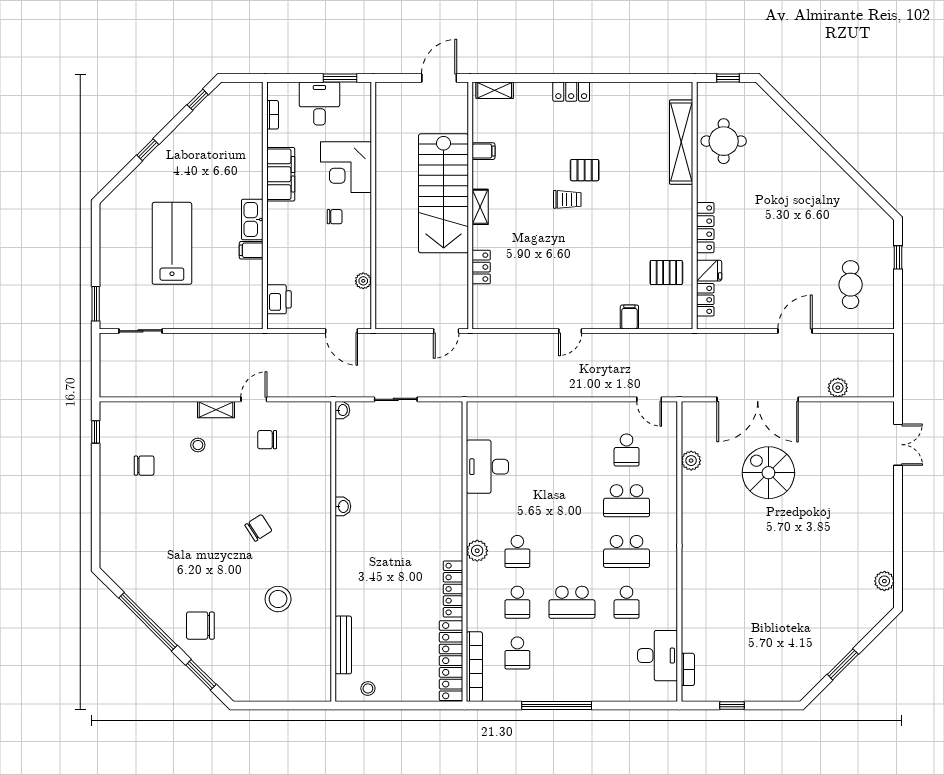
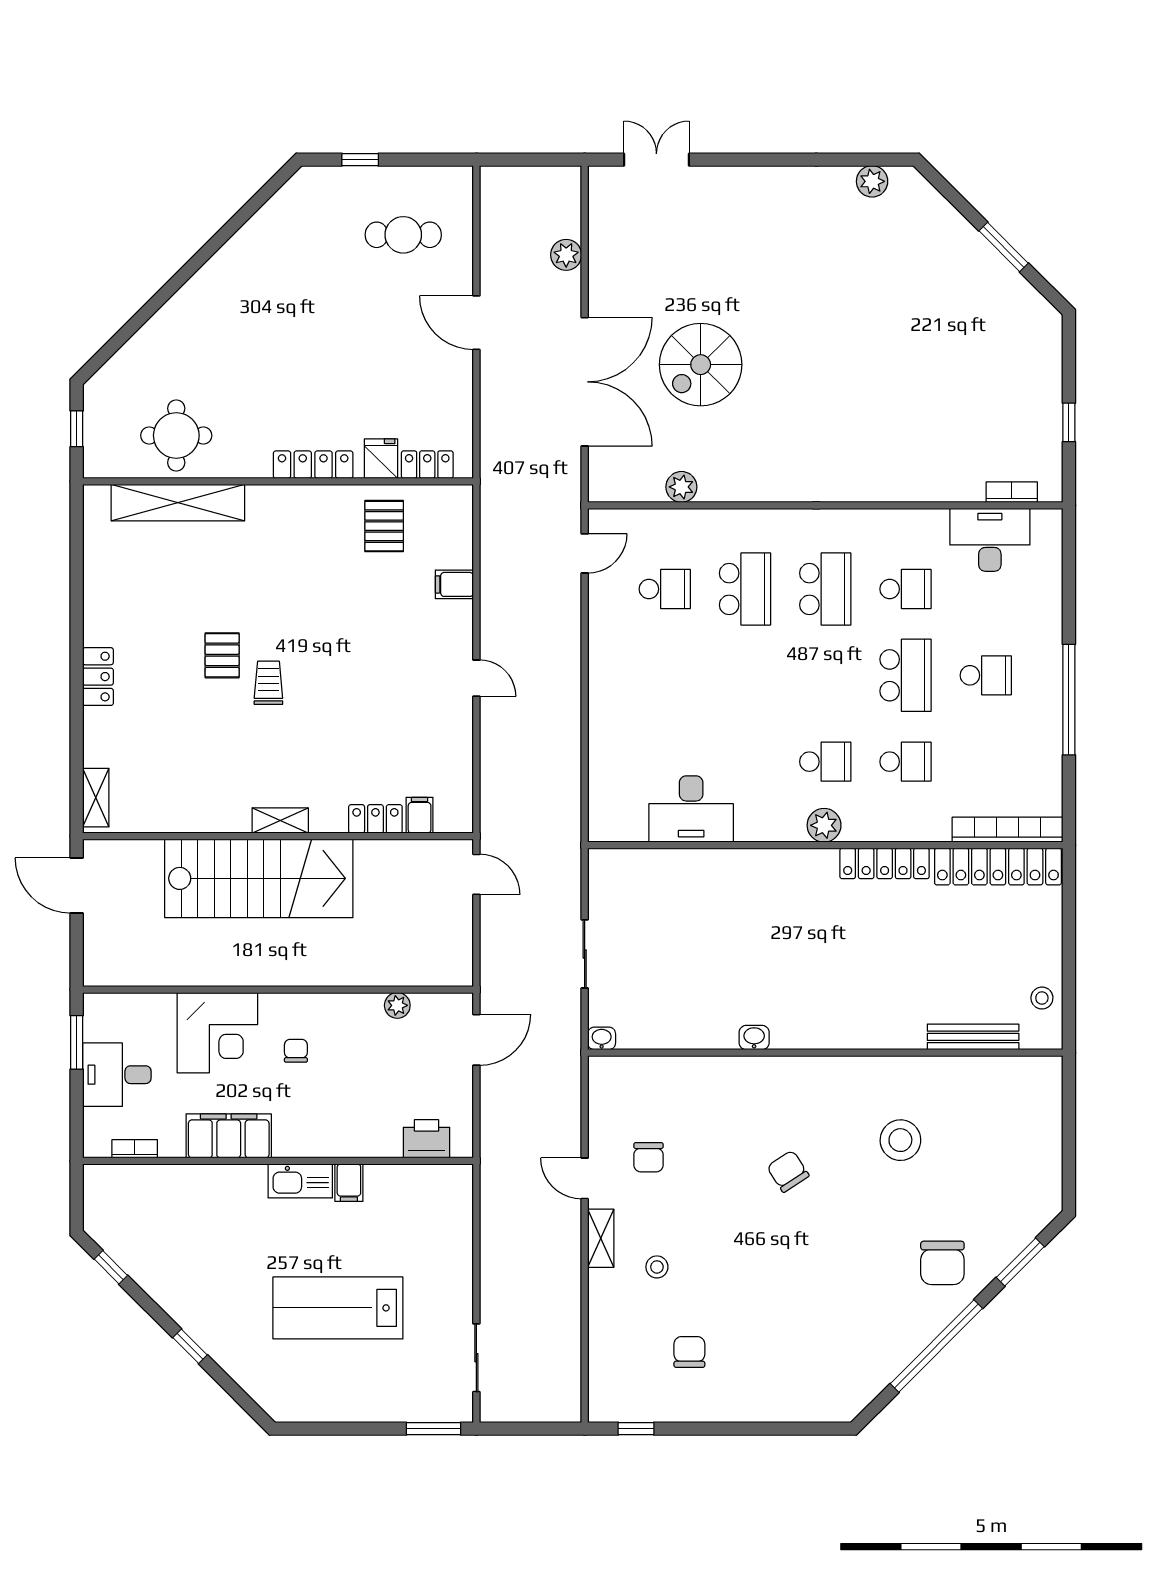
filing cabinet: (483, 151) -> (420, 815), moved
school desk: (517, 653) -> (986, 675), moved

